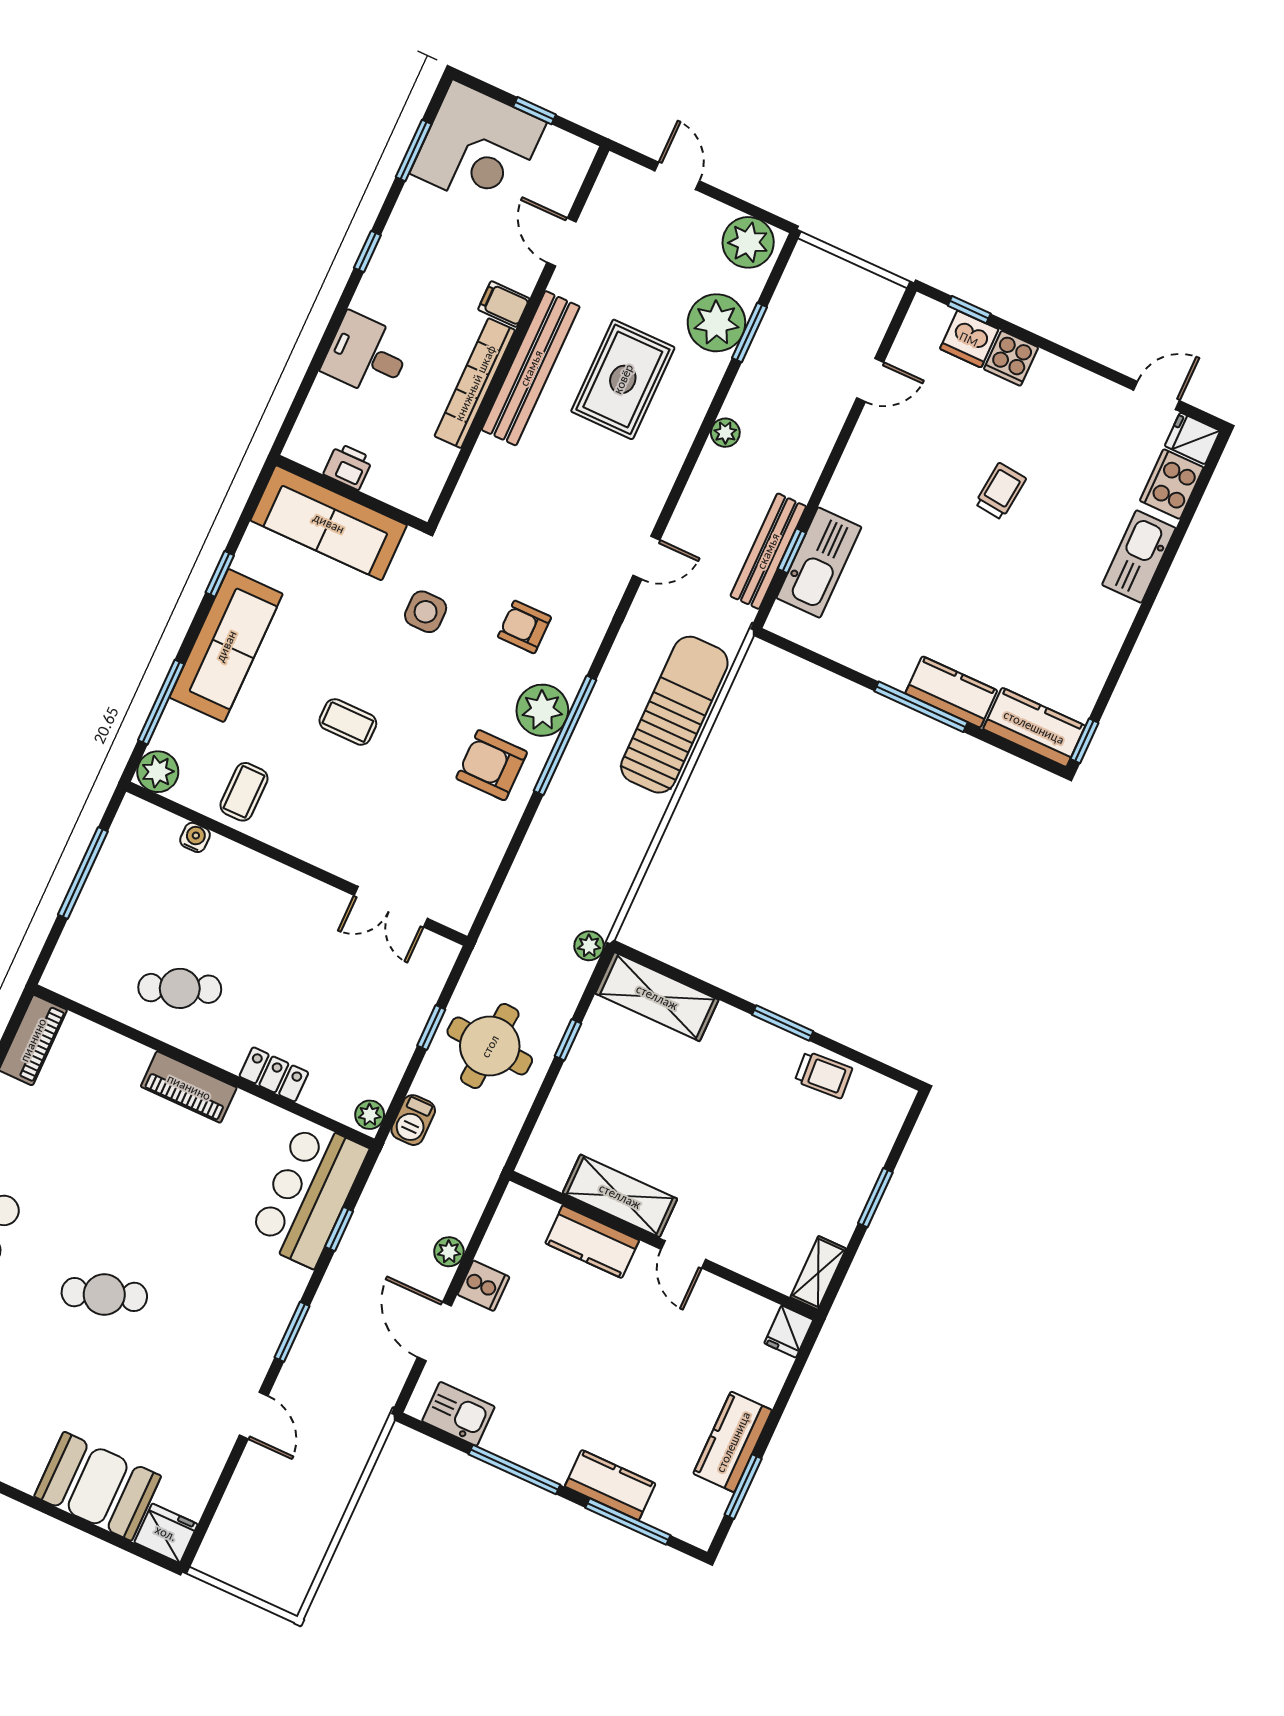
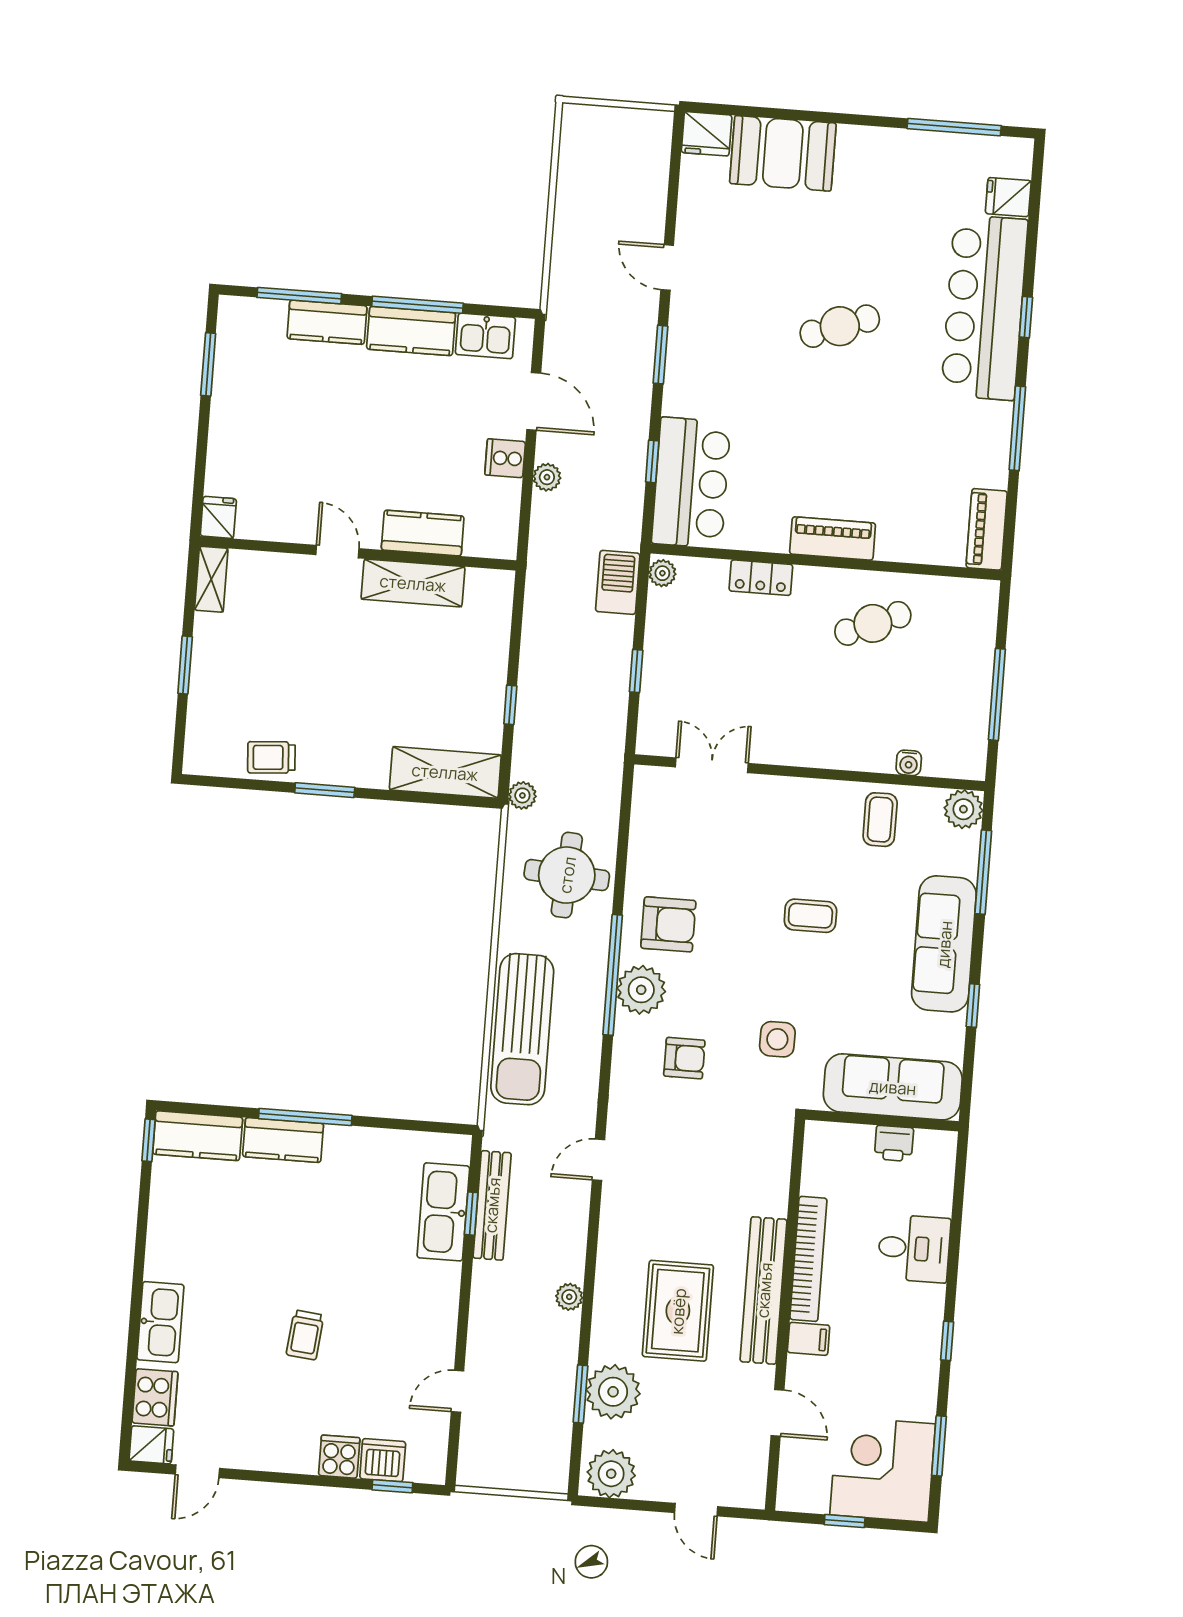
round table: (490, 1046) -> (567, 875), moved
barbecue: (413, 1120) -> (618, 582), width x1.38, depth x1.27
kitchen counter: (733, 1442) -> (411, 331), moved, turned 90

